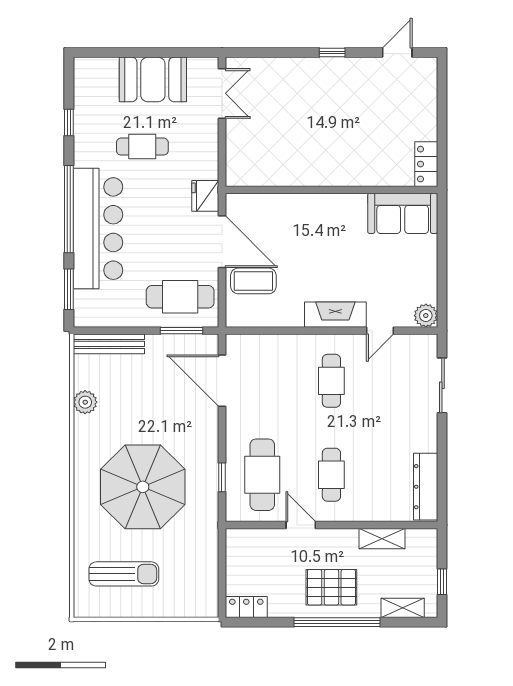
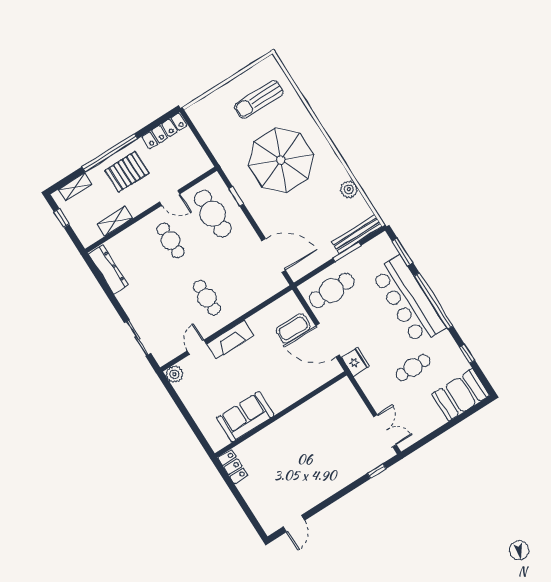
window: (332, 52) -> (377, 471), moved
booth: (153, 79) -> (461, 395), moved
double door: (222, 93) -> (385, 431), swing flipped
sofa: (403, 213) -> (245, 417), moved
window: (182, 331) -> (347, 252), moved
locker: (246, 607) -> (164, 131), width x1.53

